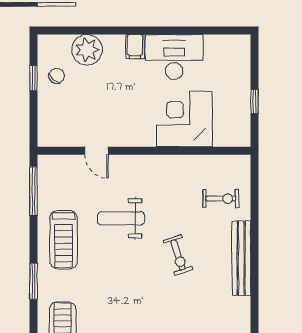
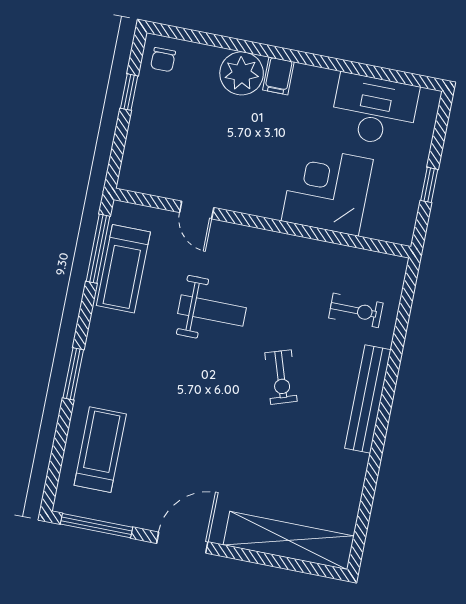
plant: (87, 50) -> (242, 73), moved
desk: (174, 57) -> (374, 110), moved
chair: (57, 76) -> (163, 60), moved, turned 136
weight bench: (121, 218) -> (212, 311), turned 180
treadmill: (64, 240) -> (123, 269), moved

